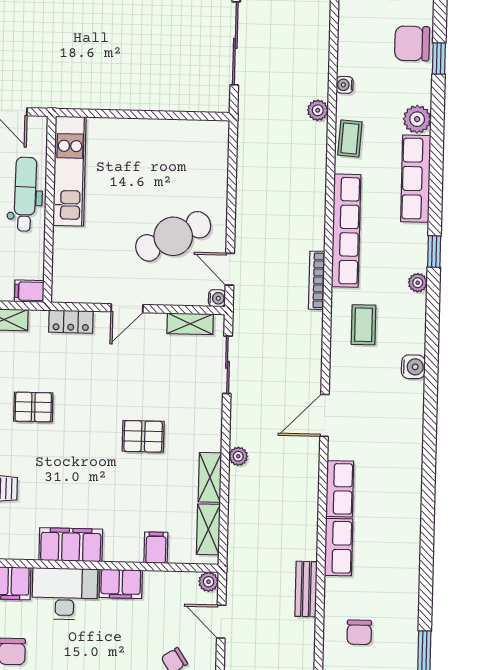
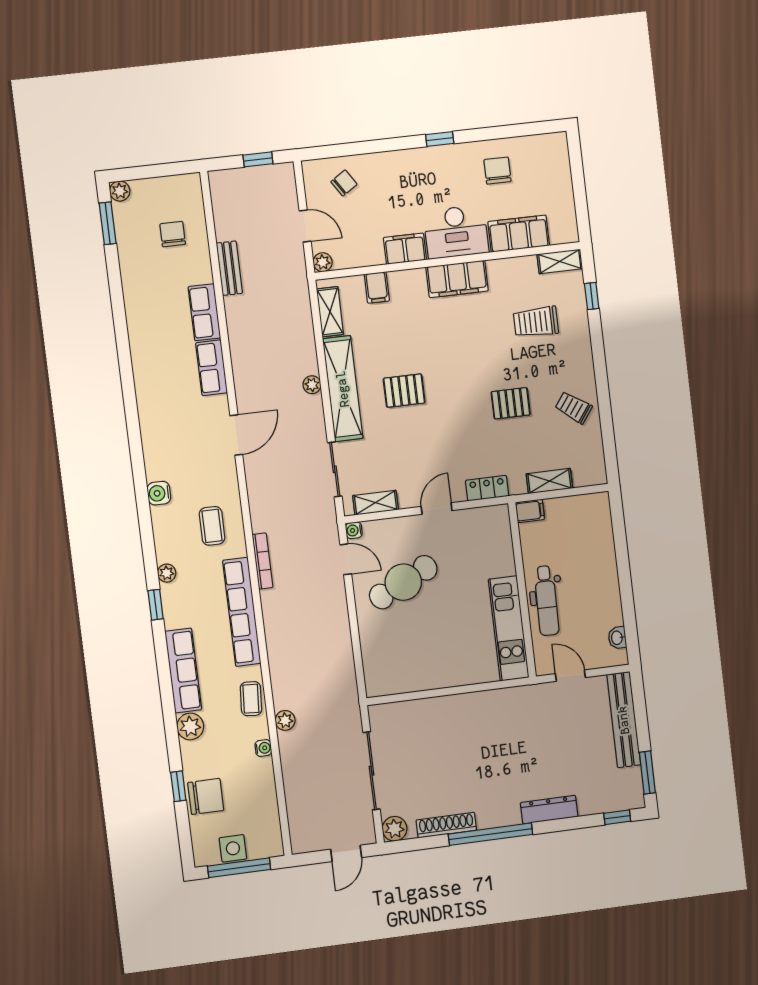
shelving: (210, 477) -> (343, 389), width x2.20, depth x1.33

